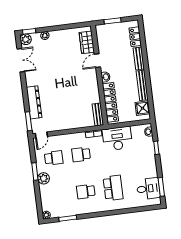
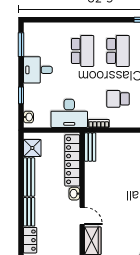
door: (97, 61) -> (82, 216), hinge flipped
school desk: (81, 154) -> (118, 99), turned 180
school desk: (113, 188) -> (83, 51), turned 180
desk: (148, 189) -> (38, 70), moved
school desk: (86, 191) -> (118, 51), width x1.85

